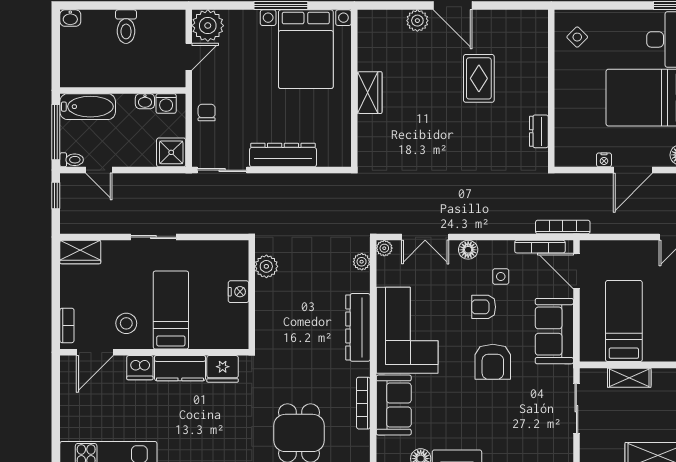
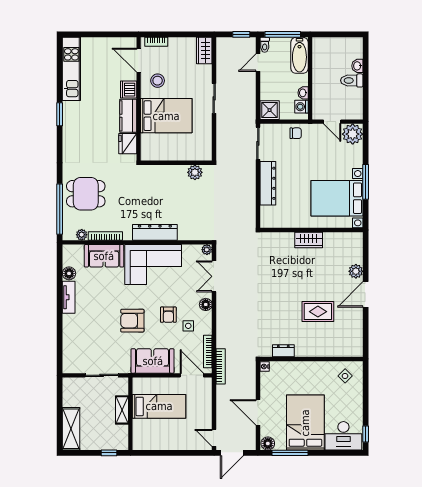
washbasin: (70, 18) -> (357, 66), moved
nightstand: (604, 160) -> (265, 366), moved
plant: (362, 262) -> (82, 235), moved
door: (576, 271) -> (192, 375), hinge flipped
nightstand: (238, 292) -> (178, 154), removed
armchair: (484, 307) -> (168, 315), turned 180
bed: (171, 310) -> (166, 116), width x1.50

